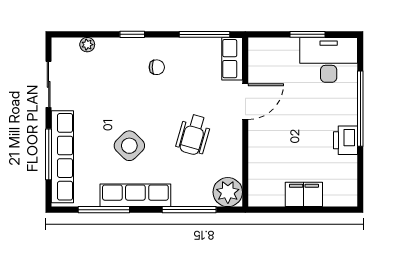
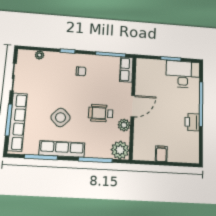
door: (245, 102) -> (133, 106), moved
wheelchair: (193, 135) -> (101, 113), turned 74
plant: (232, 152) -> (124, 125), added
filing cabinet: (304, 194) -> (161, 154), width x0.50

